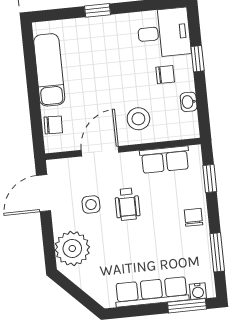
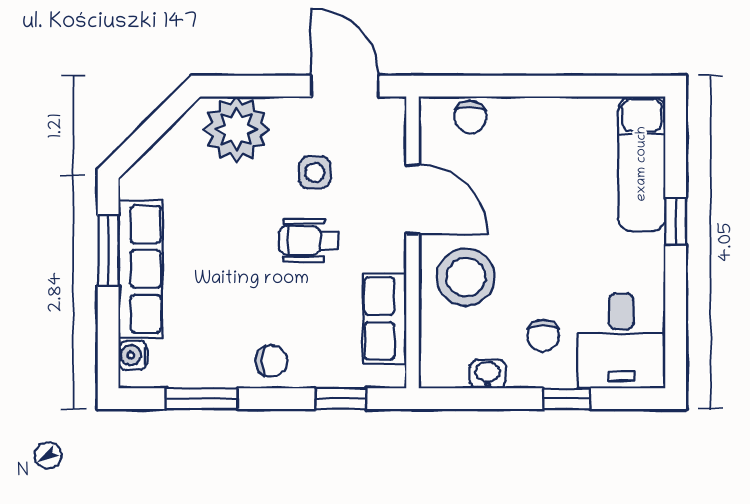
exam couch: (49, 70) -> (642, 164), moved, turned 90
stool: (138, 119) -> (466, 277), width x1.38, depth x1.38
window: (187, 306) -> (108, 250), moved

